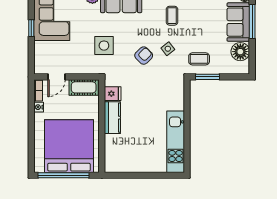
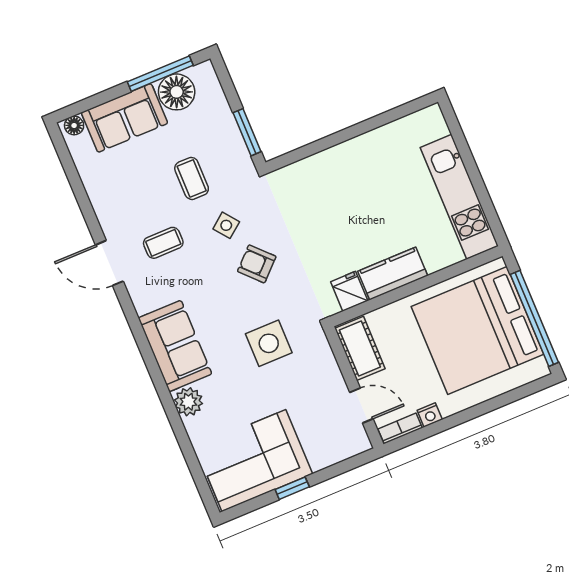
window: (252, 22) -> (160, 74), moved
coffee table: (199, 59) -> (192, 178), moved
kitchen unit: (176, 142) -> (459, 197), moved, turned 90

